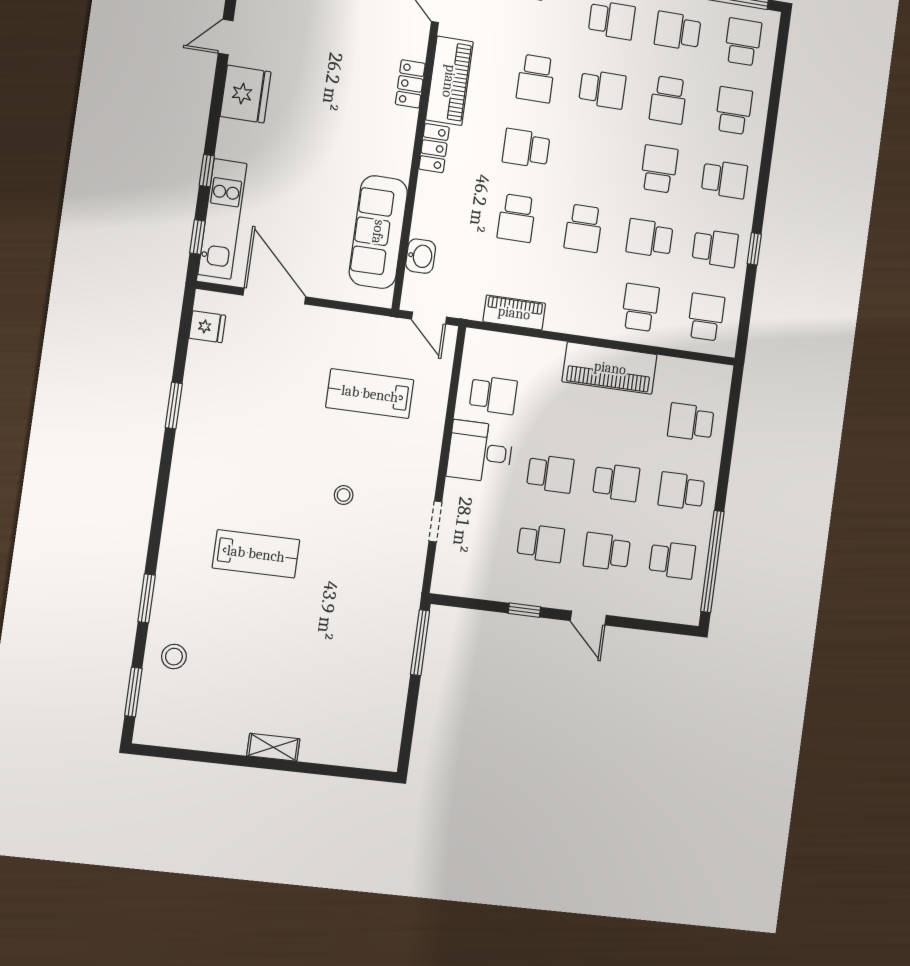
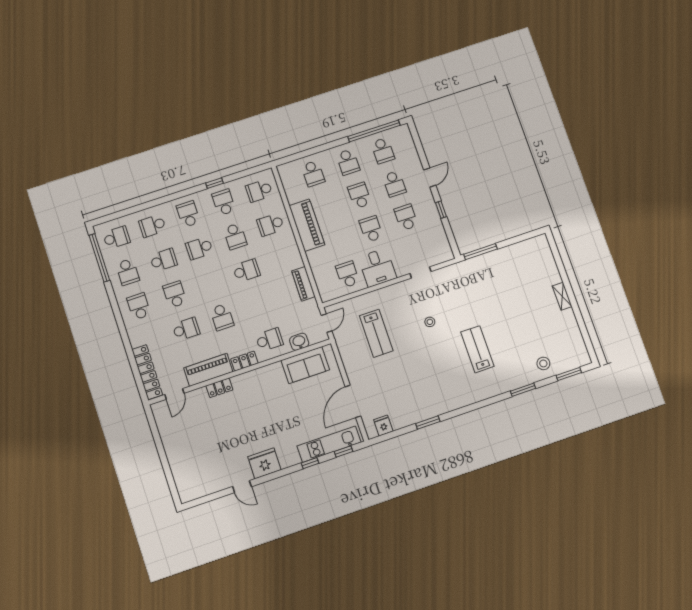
school desk: (743, 42) -> (117, 238), turned 180
school desk: (517, 218) -> (269, 340), moved
sofa: (378, 232) -> (305, 365), width x0.73
school desk: (672, 560) -> (383, 151), turned 180

